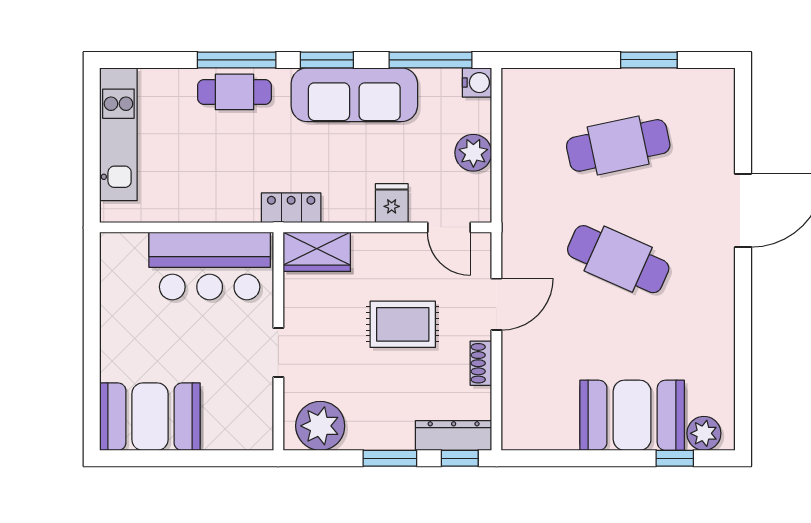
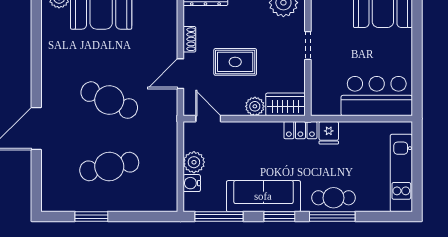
water cooler: (477, 83) -> (192, 183), moved
fridge: (392, 203) -> (329, 133), moved
plant: (369, 248) -> (255, 106), added
bar counter: (210, 266) -> (377, 96), moved

